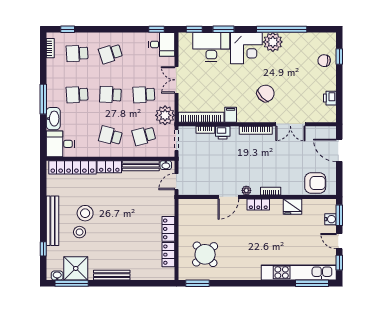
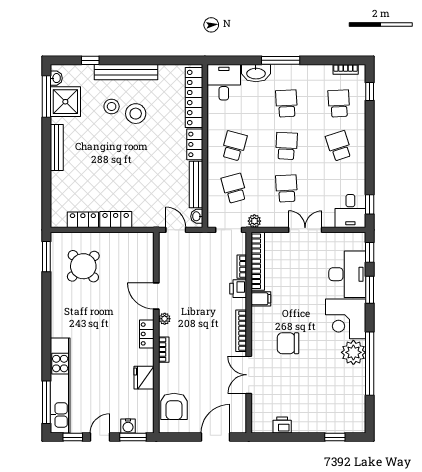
chair: (324, 61) -> (330, 418), removed
chair: (266, 93) -> (288, 343), turned 133
plant: (165, 115) -> (254, 221), width x0.53, depth x0.53

